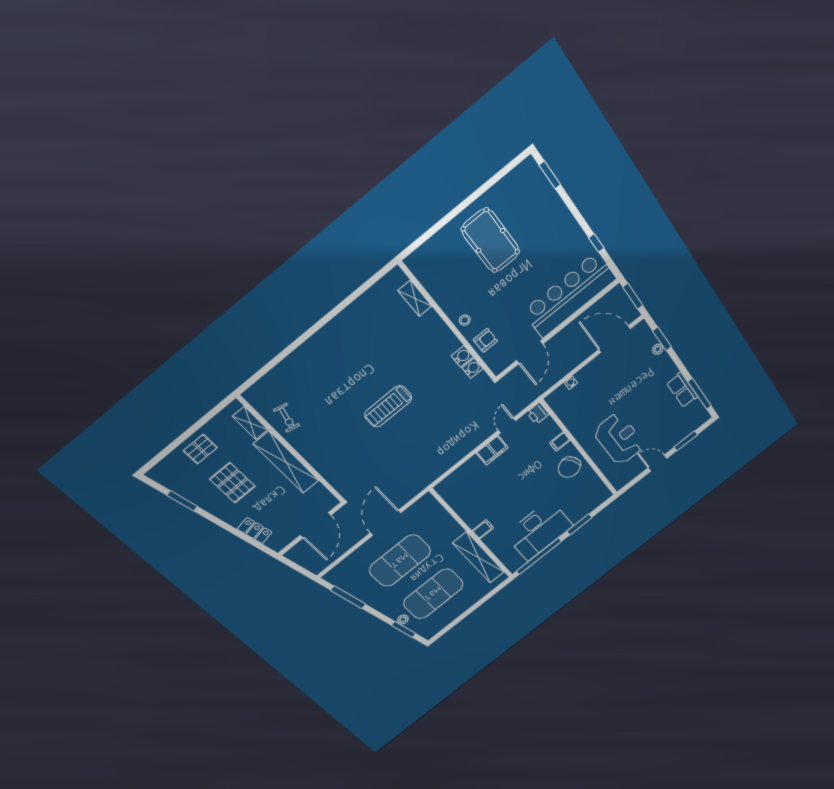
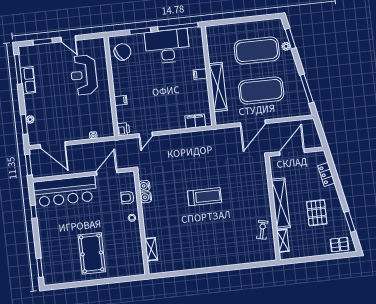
pallet: (200, 449) -> (340, 245), moved
filing cabinet: (492, 450) -> (195, 121), moved
chair: (569, 467) -> (122, 52), moved
shelving: (479, 558) -> (218, 87), moved

